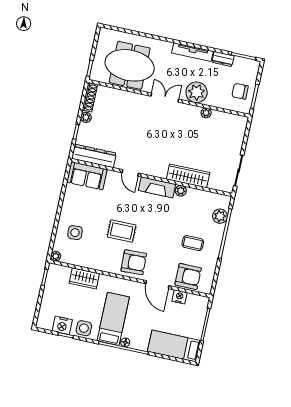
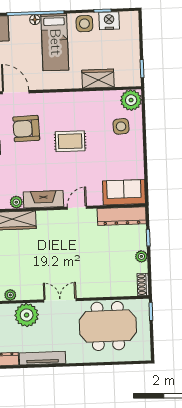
shoe rack: (90, 97) -> (143, 284), width x0.70
double door: (165, 98) -> (60, 300), swing flipped
door: (130, 173) -> (77, 208), hinge flipped
plant: (56, 256) -> (131, 100), width x1.88, depth x1.88
armchair: (134, 262) -> (26, 129), moved

